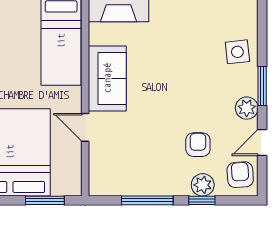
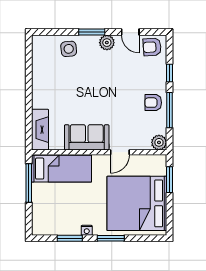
armchair: (198, 145) -> (153, 103), moved
plant: (203, 185) -> (159, 142), moved

